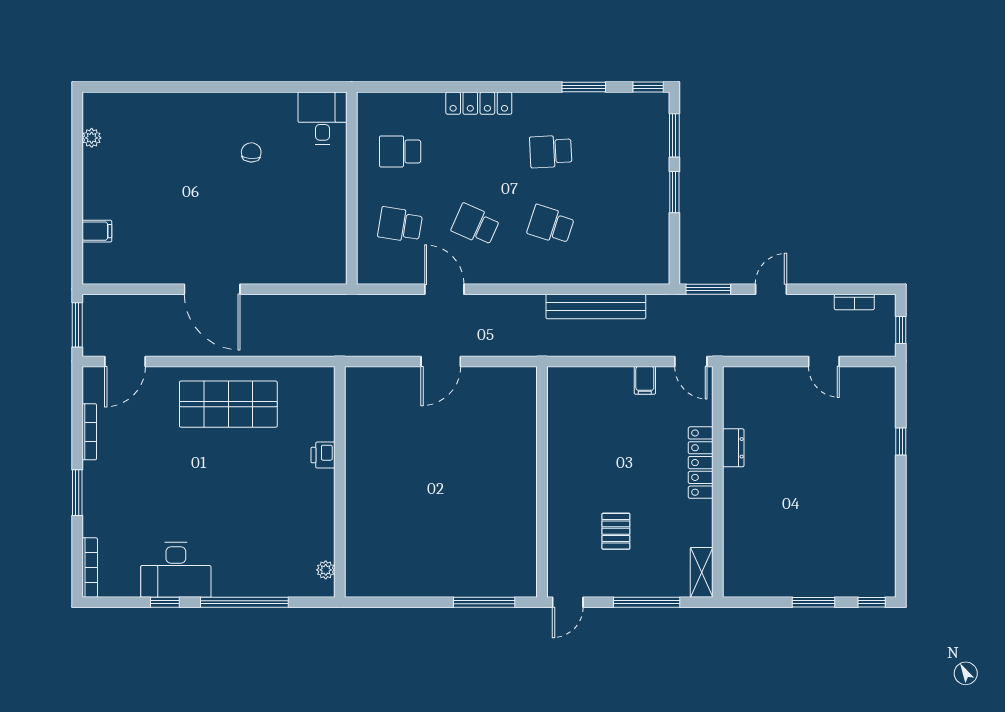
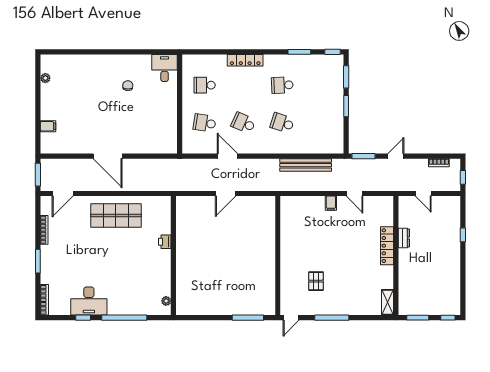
dresser: (733, 448) -> (404, 238), moved
locker: (701, 463) -> (387, 246), moved
wall: (718, 482) -> (396, 256), moved
shelving: (702, 572) -> (387, 302), moved

